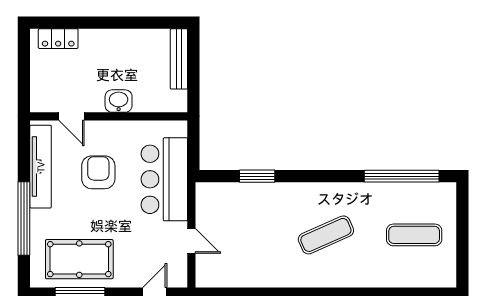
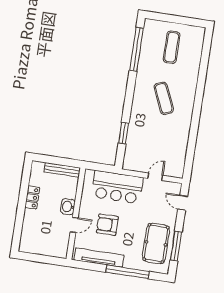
locker: (58, 39) -> (32, 197), moved
bench: (179, 59) -> (62, 170), moved
door: (72, 116) -> (74, 225), moved

